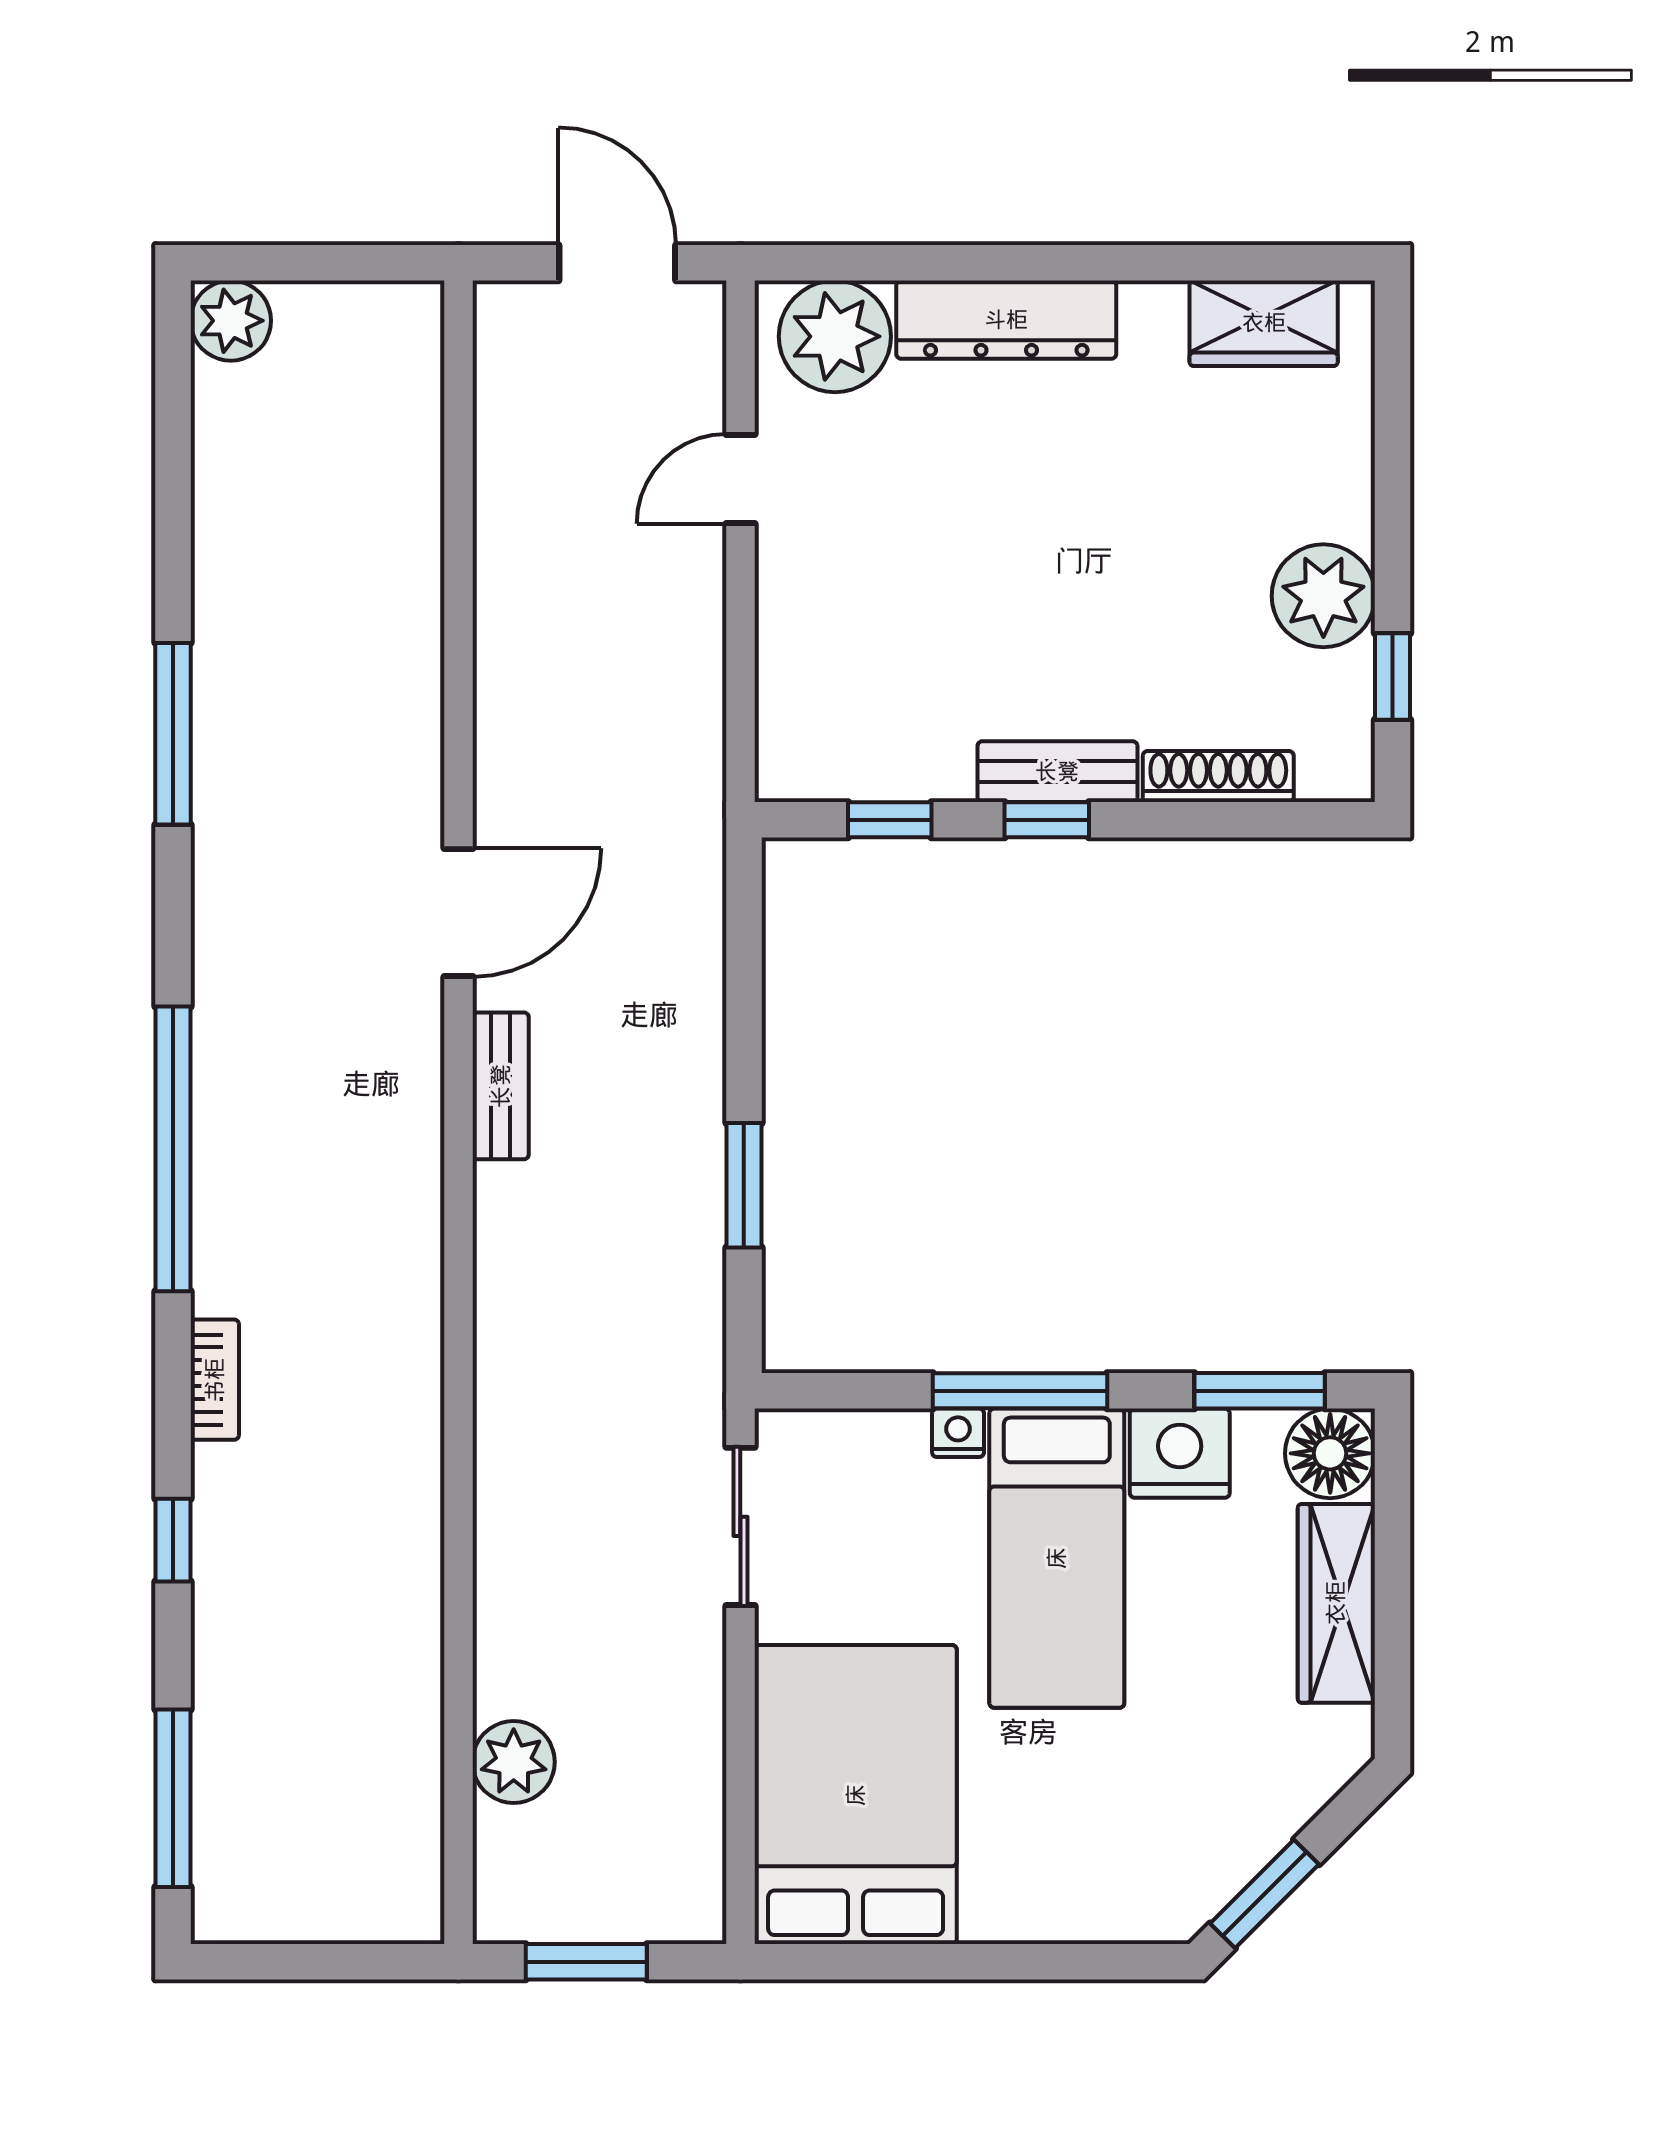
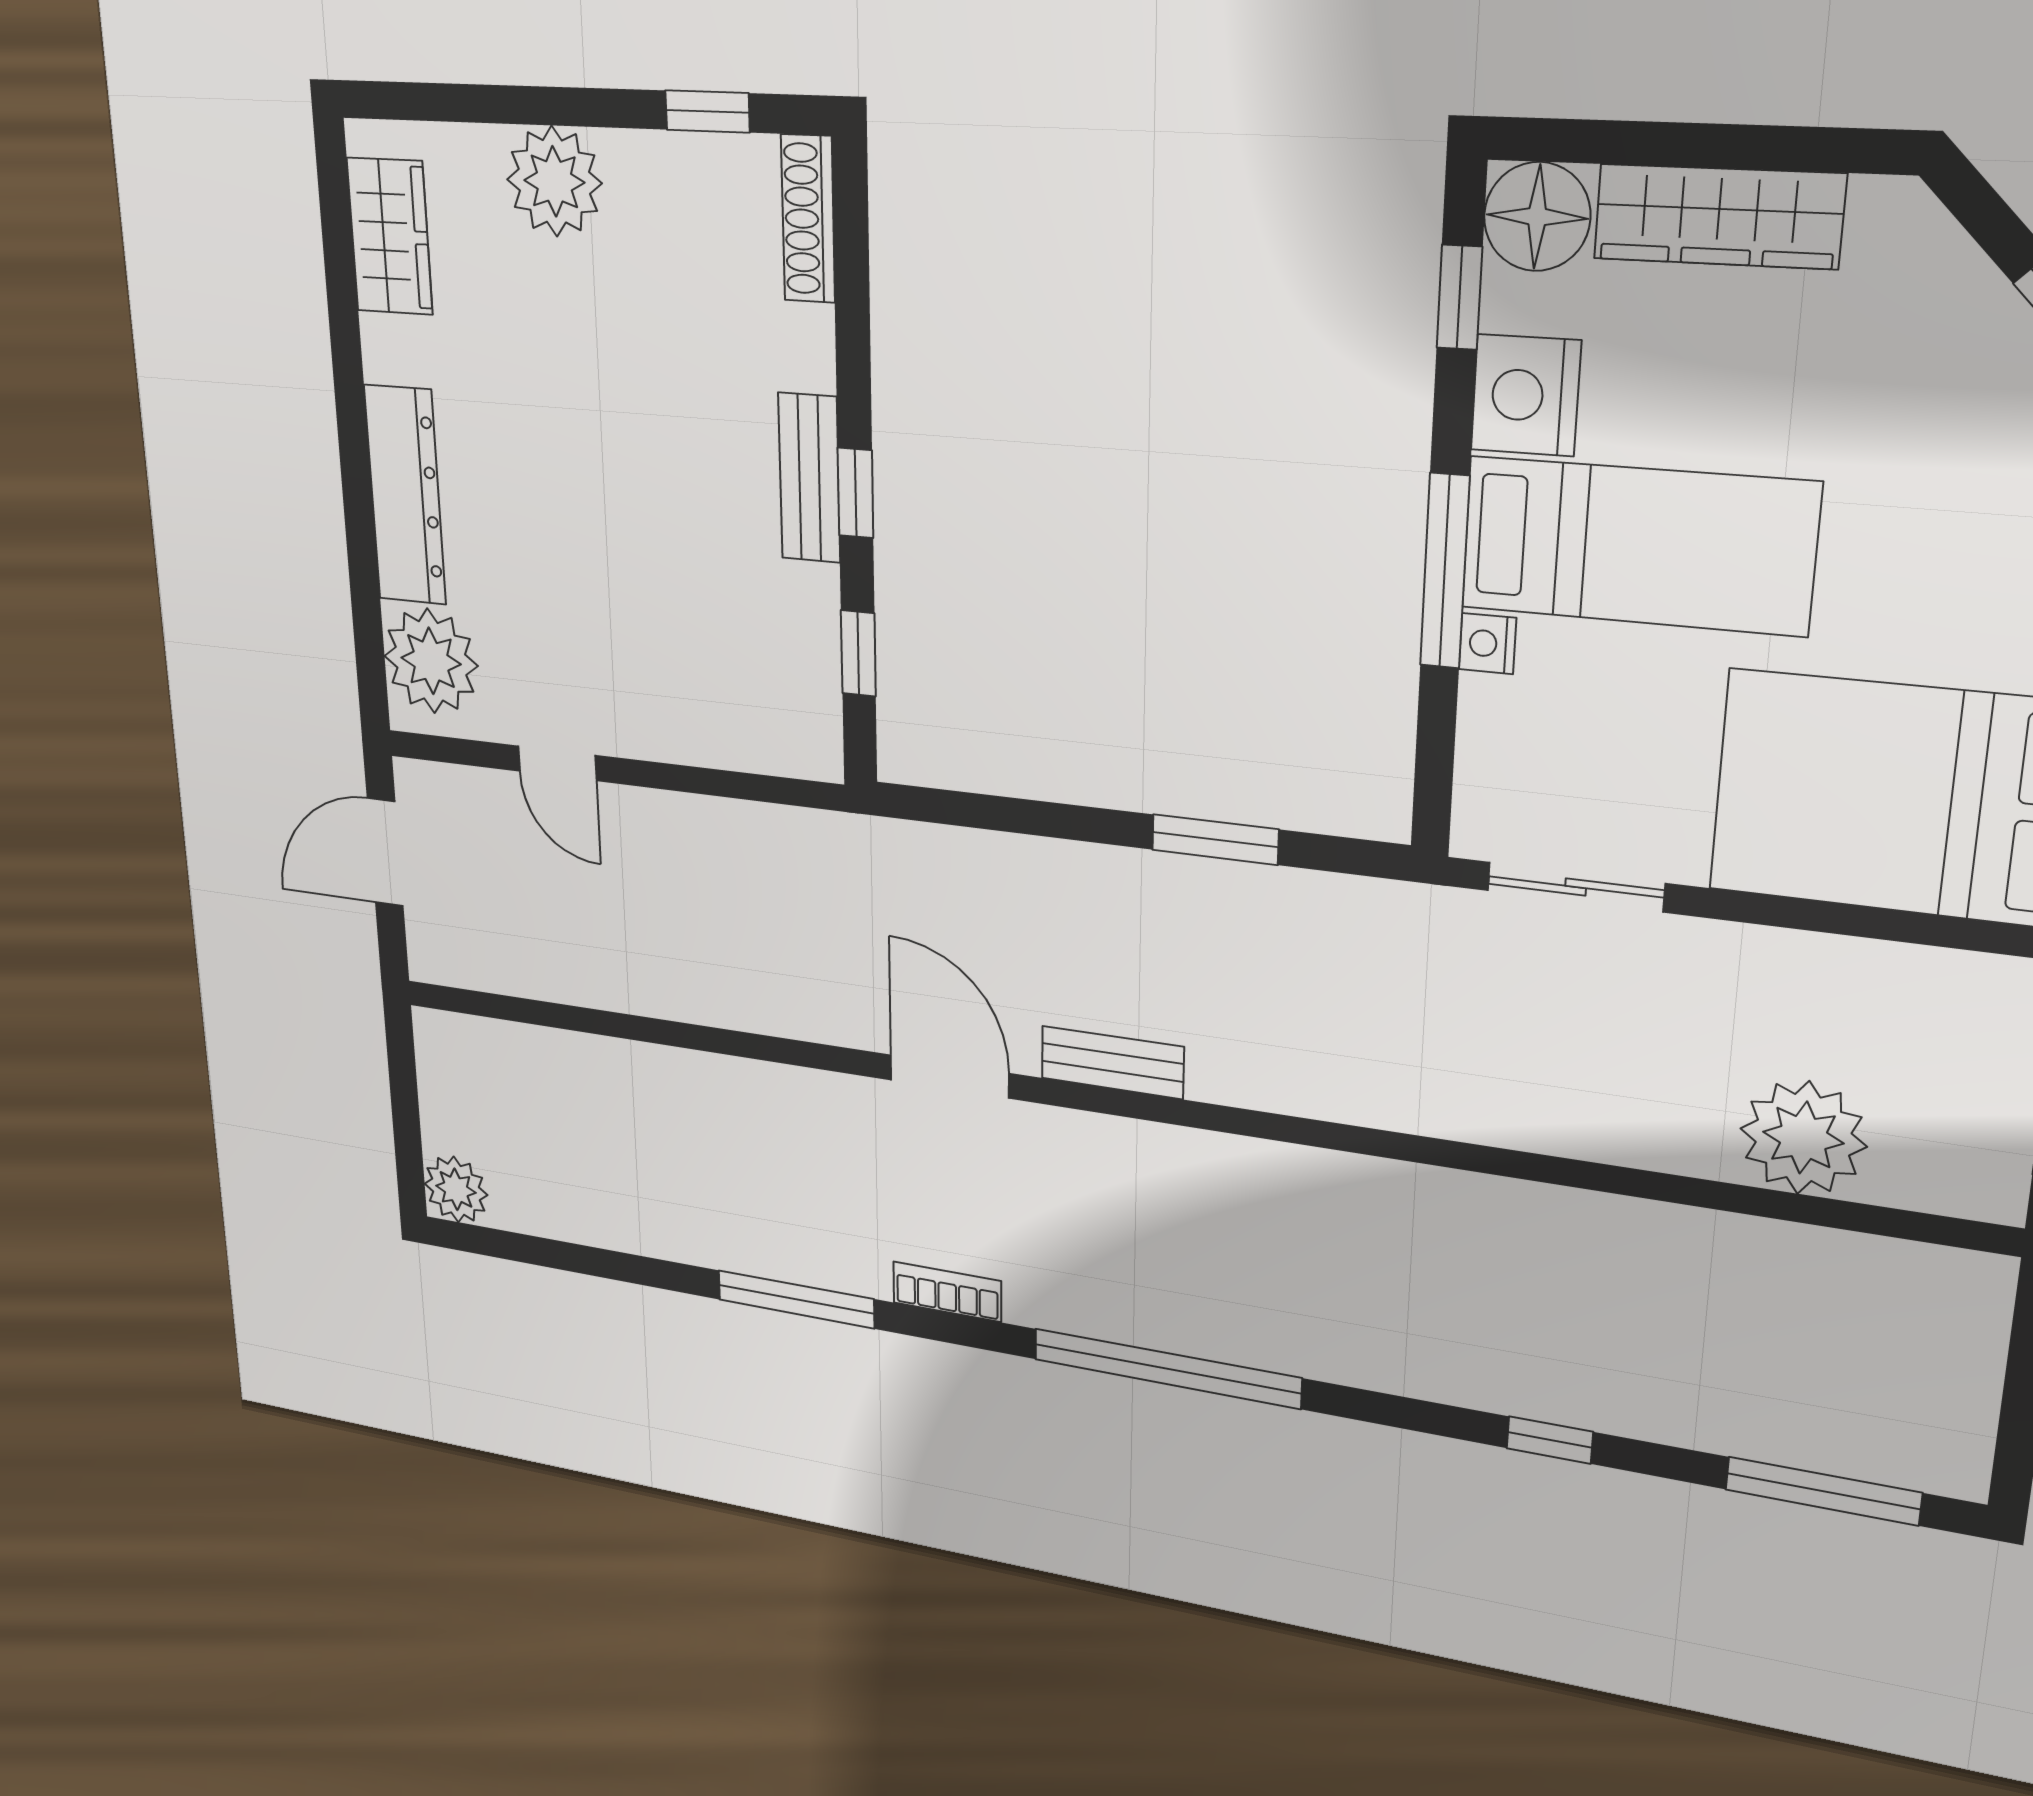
plant: (1323, 596) -> (554, 181), moved
shoe rack: (1218, 777) -> (808, 219), moved
bookcase: (215, 1380) -> (947, 1292), moved
window: (1260, 1391) -> (1459, 297), width x0.67
plant: (514, 1762) -> (1803, 1138), width x1.36, depth x1.36

